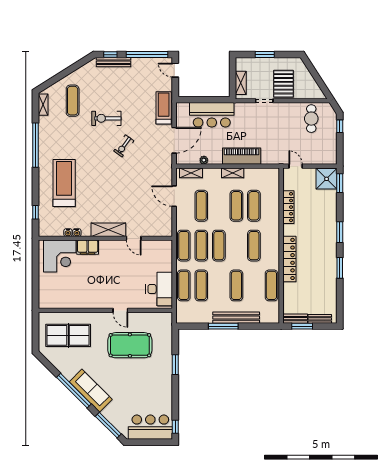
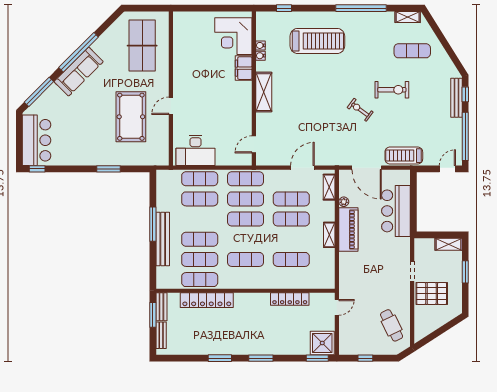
shelving: (241, 83) -> (449, 244), moved
treadmill: (164, 108) -> (404, 156), turned 180
exercise bike: (106, 118) -> (392, 90), turned 90
cafe table: (311, 119) -> (392, 325), turned 64
window: (340, 126) -> (365, 358), moved
piano: (242, 156) -> (348, 230), moved
exercise mat: (236, 206) -> (291, 219), moved
door: (134, 238) -> (254, 144), moved
locker: (289, 259) -> (207, 300), moved
exercise mat: (254, 285) -> (200, 259), added

